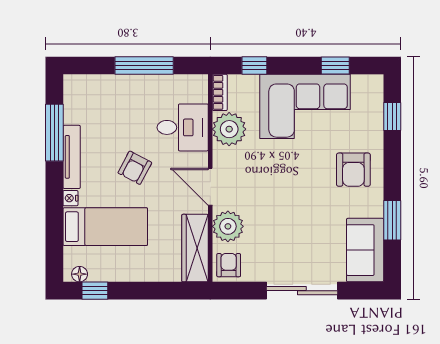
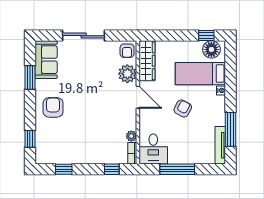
corner sofa: (305, 106) -> (82, 145), removed
desk: (183, 127) -> (153, 149), moved, turned -90
plant: (229, 129) -> (131, 136), width x0.53, depth x0.53
tv unit: (72, 157) -> (220, 145), moved
floor lamp: (80, 274) -> (211, 49), width x1.89, depth x1.89

